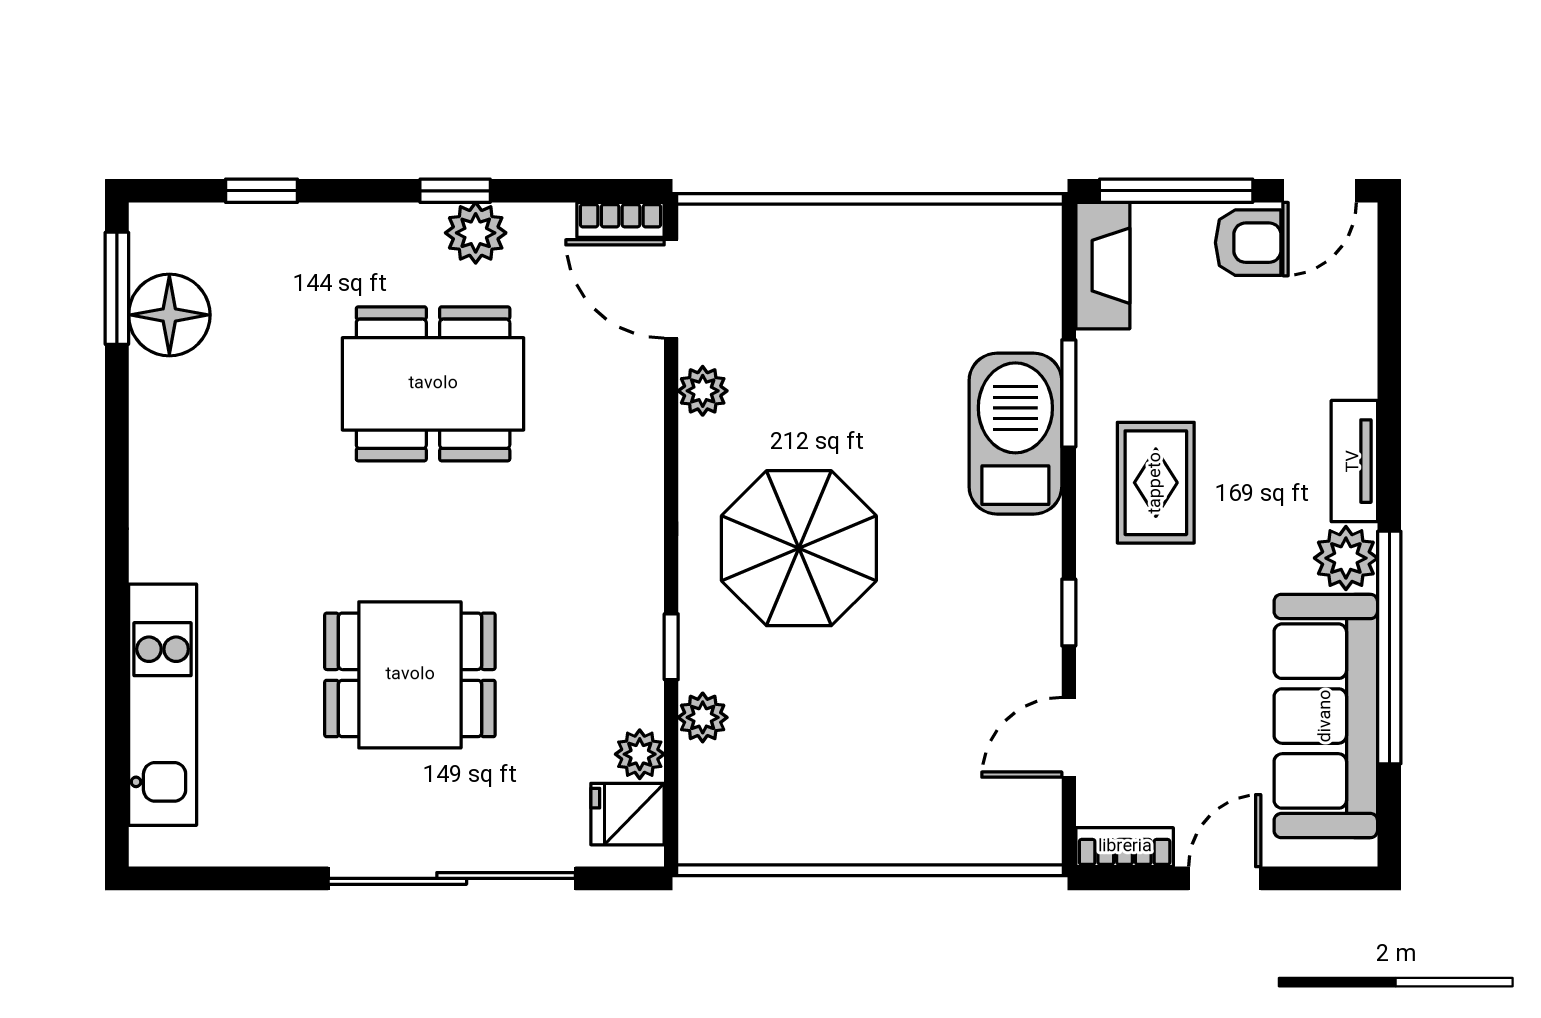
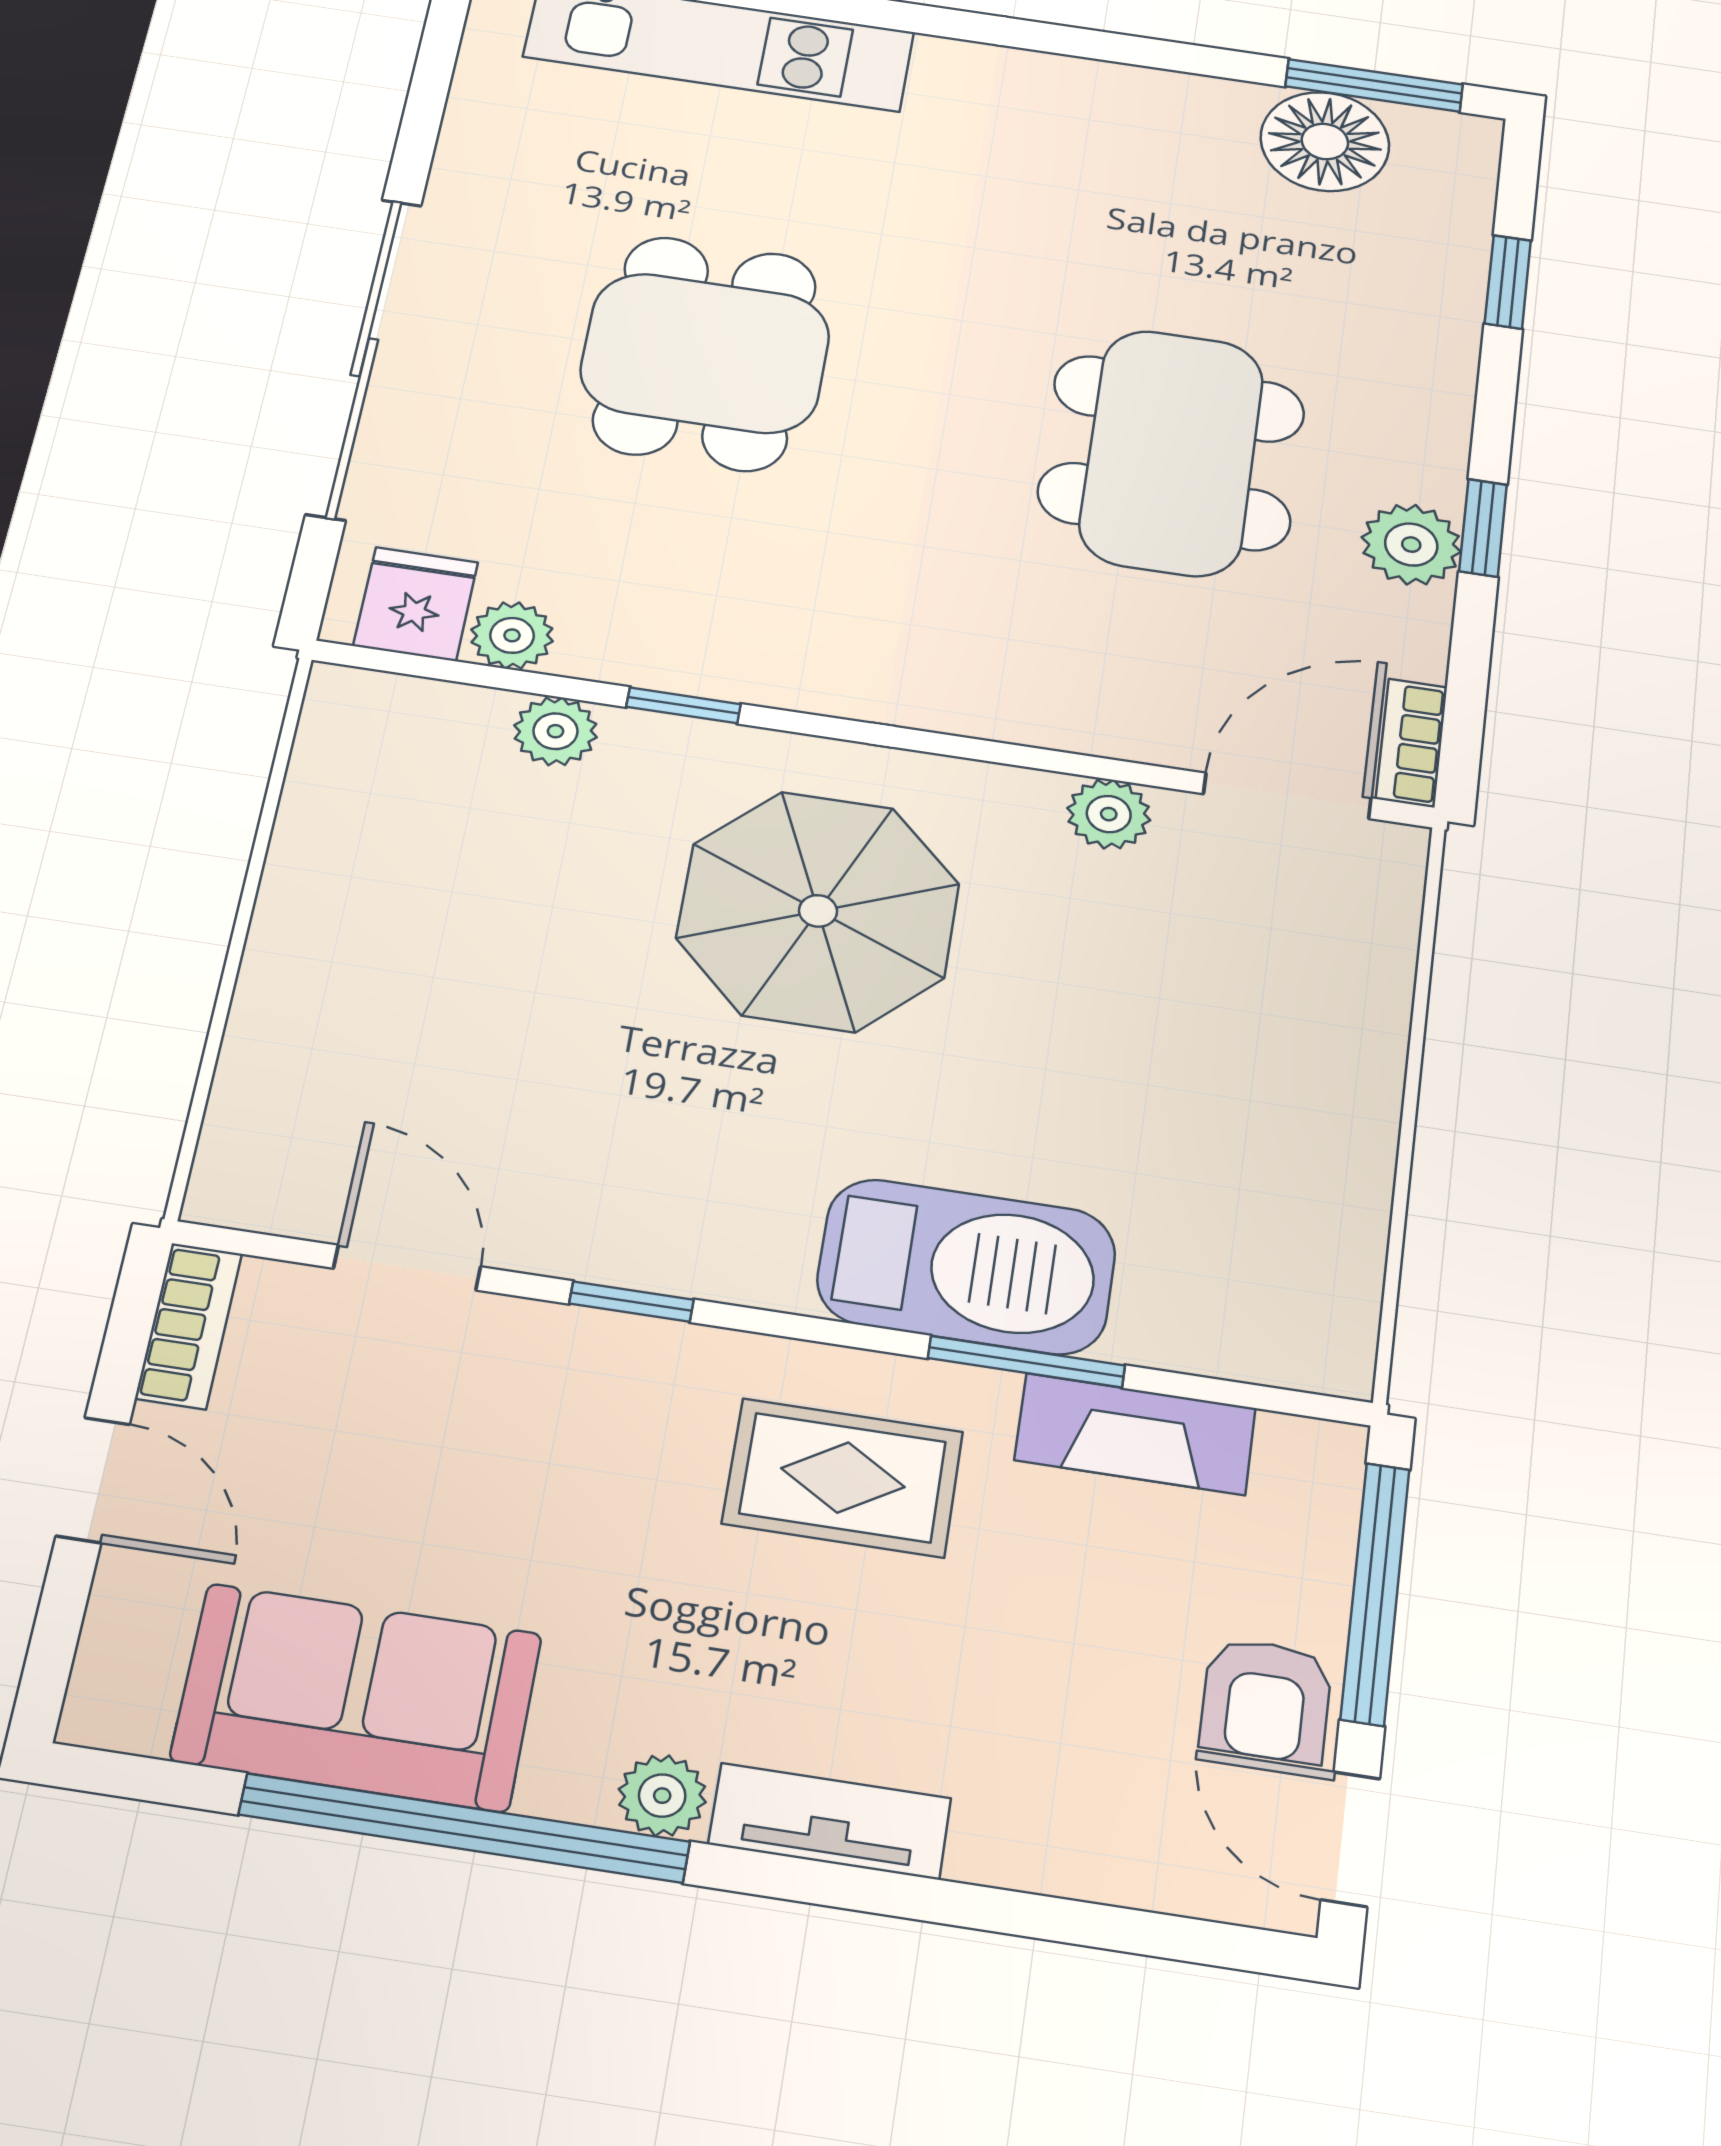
fireplace: (1103, 266) -> (1135, 1434), moved
plant: (1346, 558) -> (662, 1796), width x0.73, depth x0.73
sofa: (1326, 716) -> (357, 1697), width x0.73

